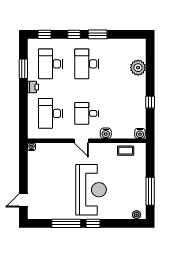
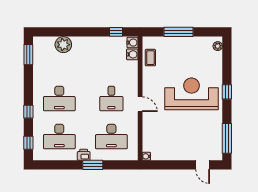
window: (98, 34) -> (28, 55), moved
window: (23, 69) -> (93, 165), moved
window: (150, 102) -> (116, 32), moved
water cooler: (106, 133) -> (132, 54), moved
door: (81, 141) -> (140, 104), hinge flipped
window: (150, 191) -> (178, 32), moved
window: (66, 223) -> (227, 138), moved

